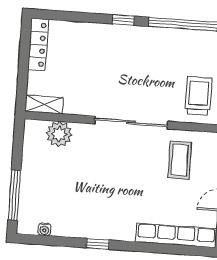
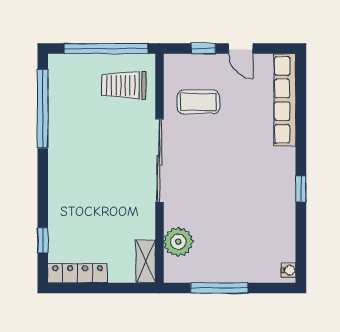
window: (123, 20) -> (43, 240), moved
window: (14, 195) -> (219, 288), moved
water cooler: (44, 229) -> (288, 270), moved

